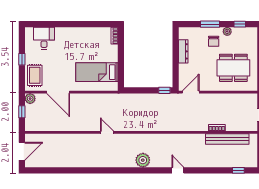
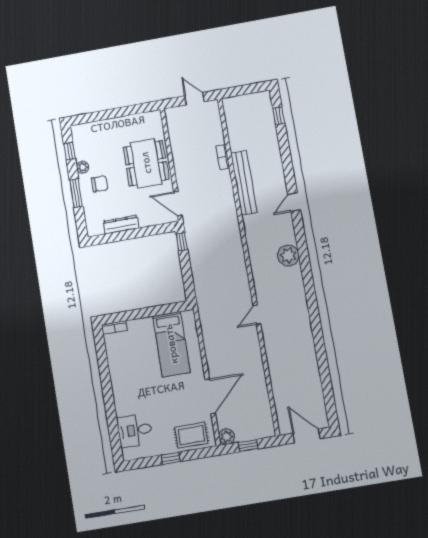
dining table: (233, 68) -> (146, 163), moved
bench: (227, 139) -> (244, 183), moved

